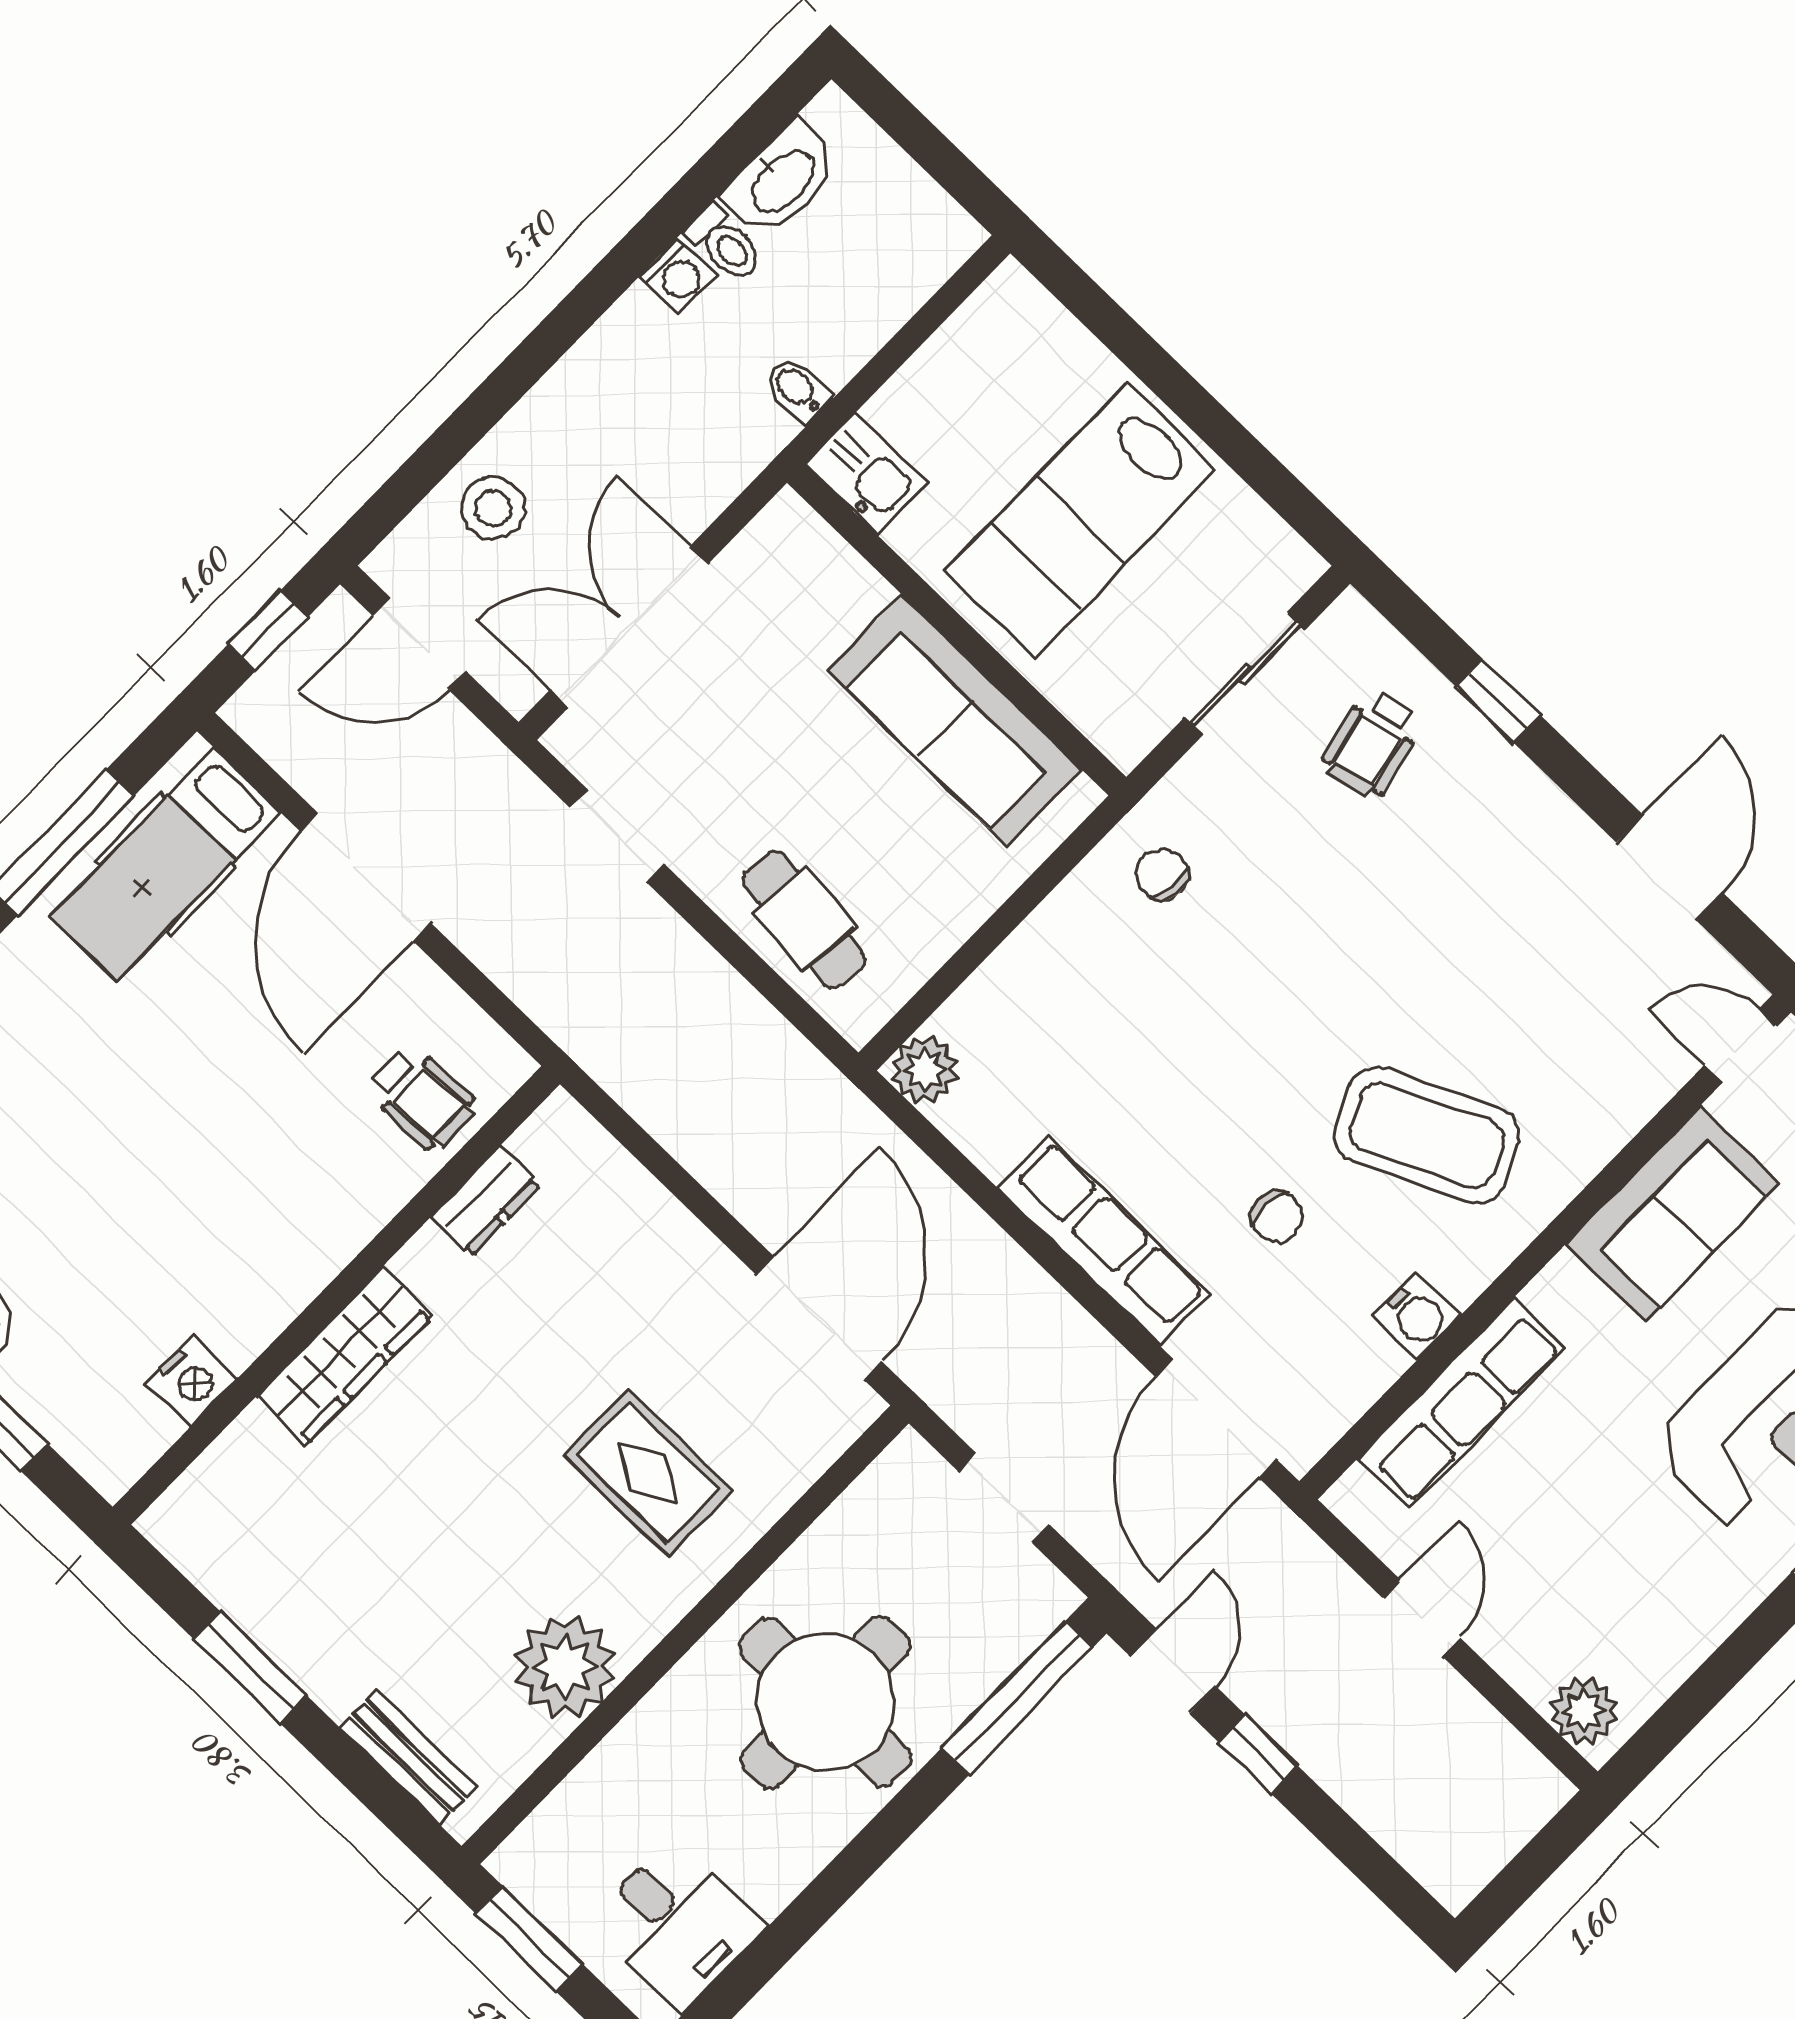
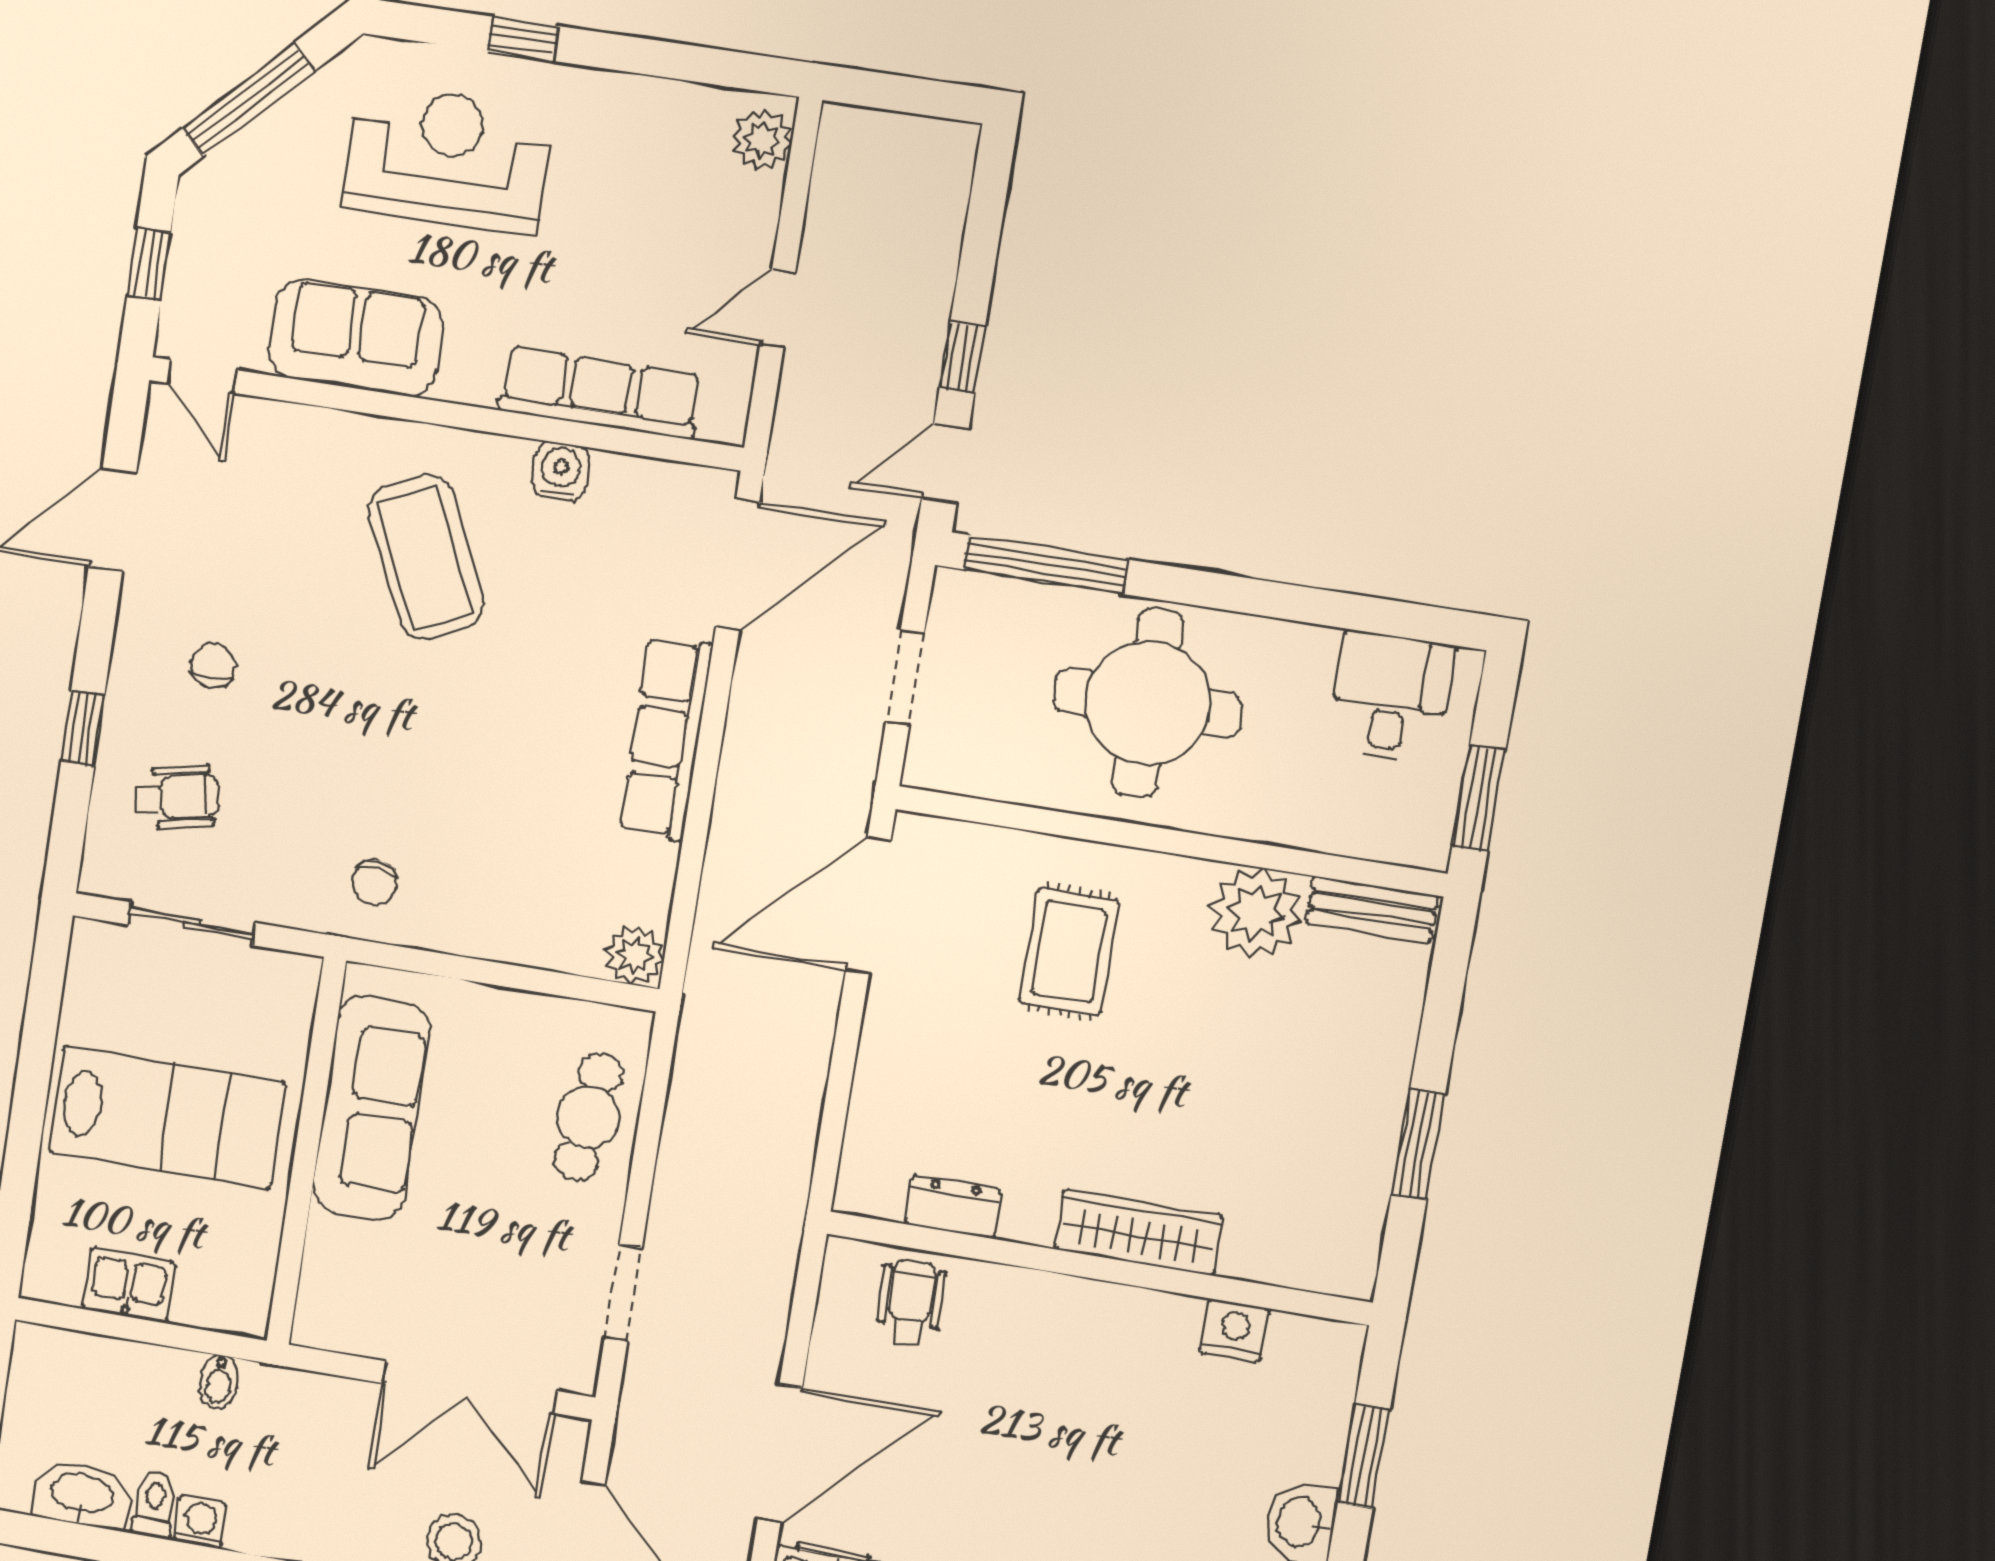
kitchen sink: (866, 473) -> (129, 1285), moved, turned 90
chair: (1277, 1217) -> (213, 665), moved
bench: (408, 1757) -> (1372, 909), moved, turned 90

